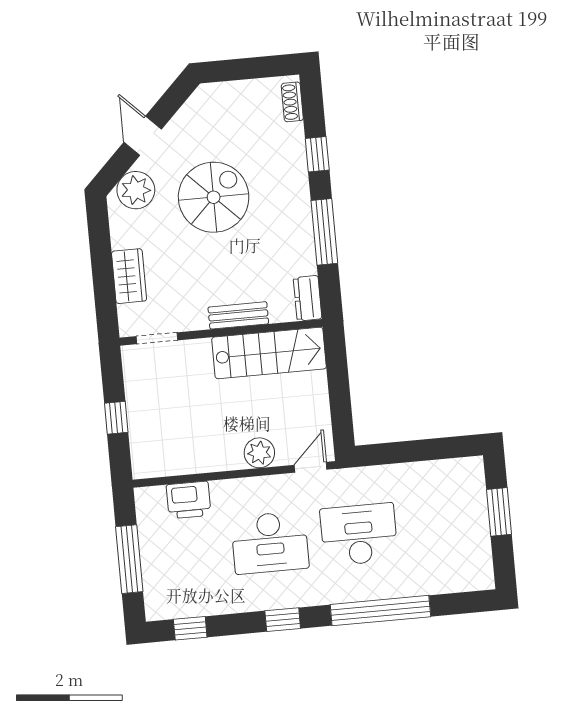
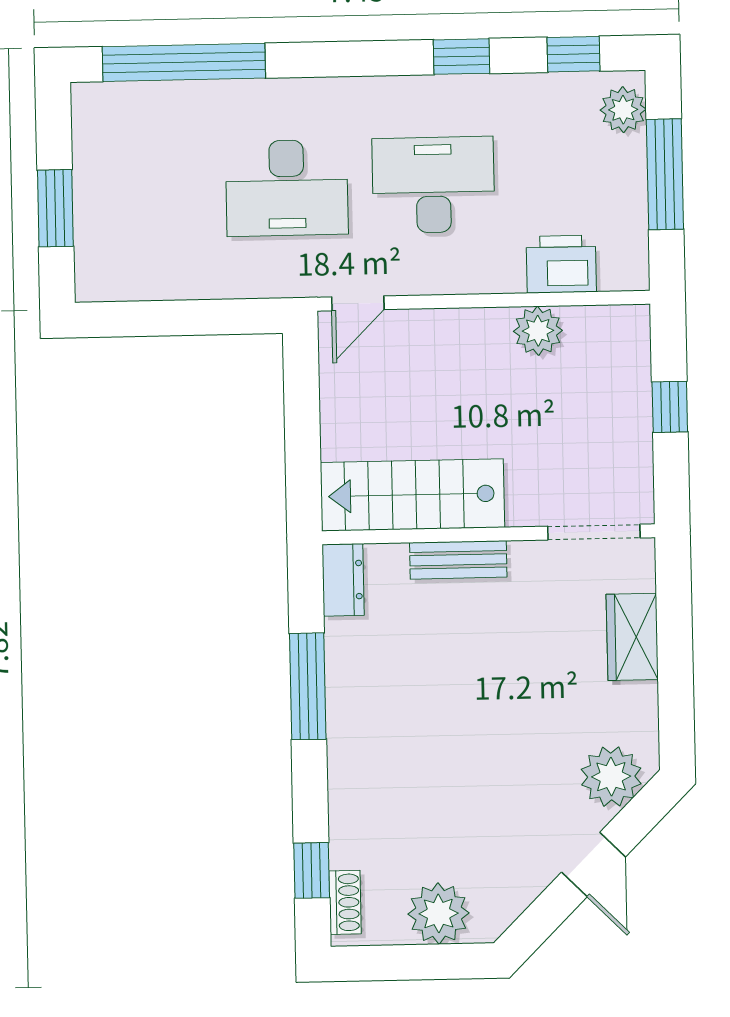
plant: (235, 99) -> (439, 913), added
window: (317, 154) -> (312, 870), moved
spiral stairs: (214, 197) -> (485, 756), removed
doorway: (157, 338) -> (594, 532), width x1.38
plant: (259, 453) -> (538, 331), moved
plant: (158, 597) -> (623, 110), added
window: (380, 611) -> (184, 62), moved
window: (283, 620) -> (461, 57), moved

